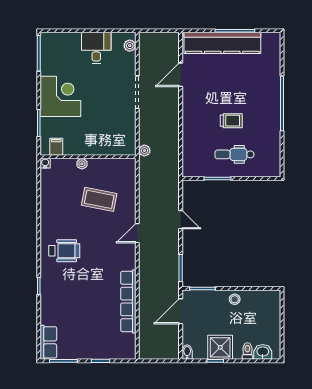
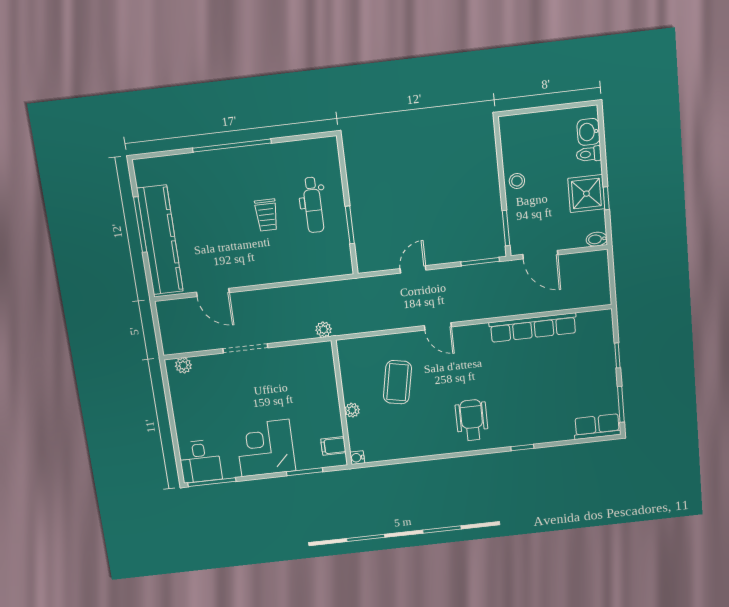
desk: (96, 48) -> (200, 461), moved, turned -90
trolley: (231, 121) -> (267, 215), turned 180

